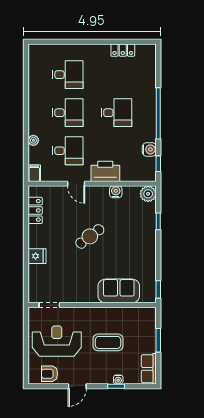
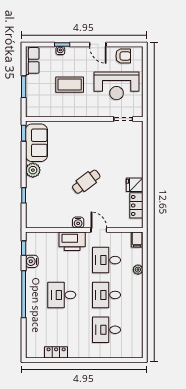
water cooler: (116, 192) -> (78, 222), moved
plant: (148, 194) -> (33, 170), moved
fridge: (37, 256) -> (135, 185), moved
sofa: (119, 291) -> (36, 143), moved, turned -90
door: (77, 386) -> (98, 44), swing flipped

